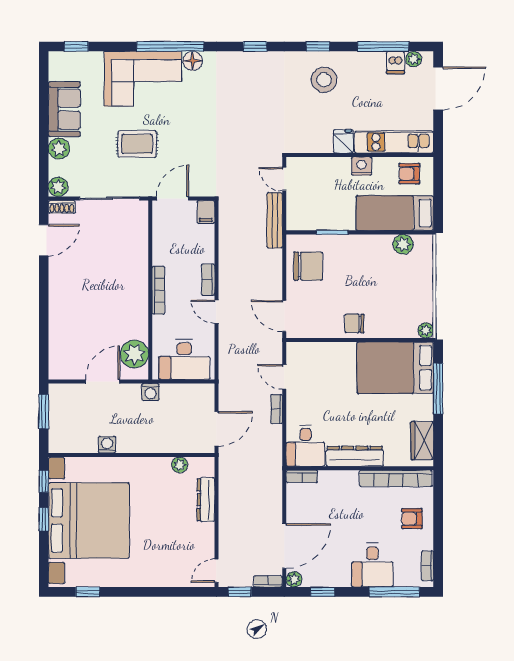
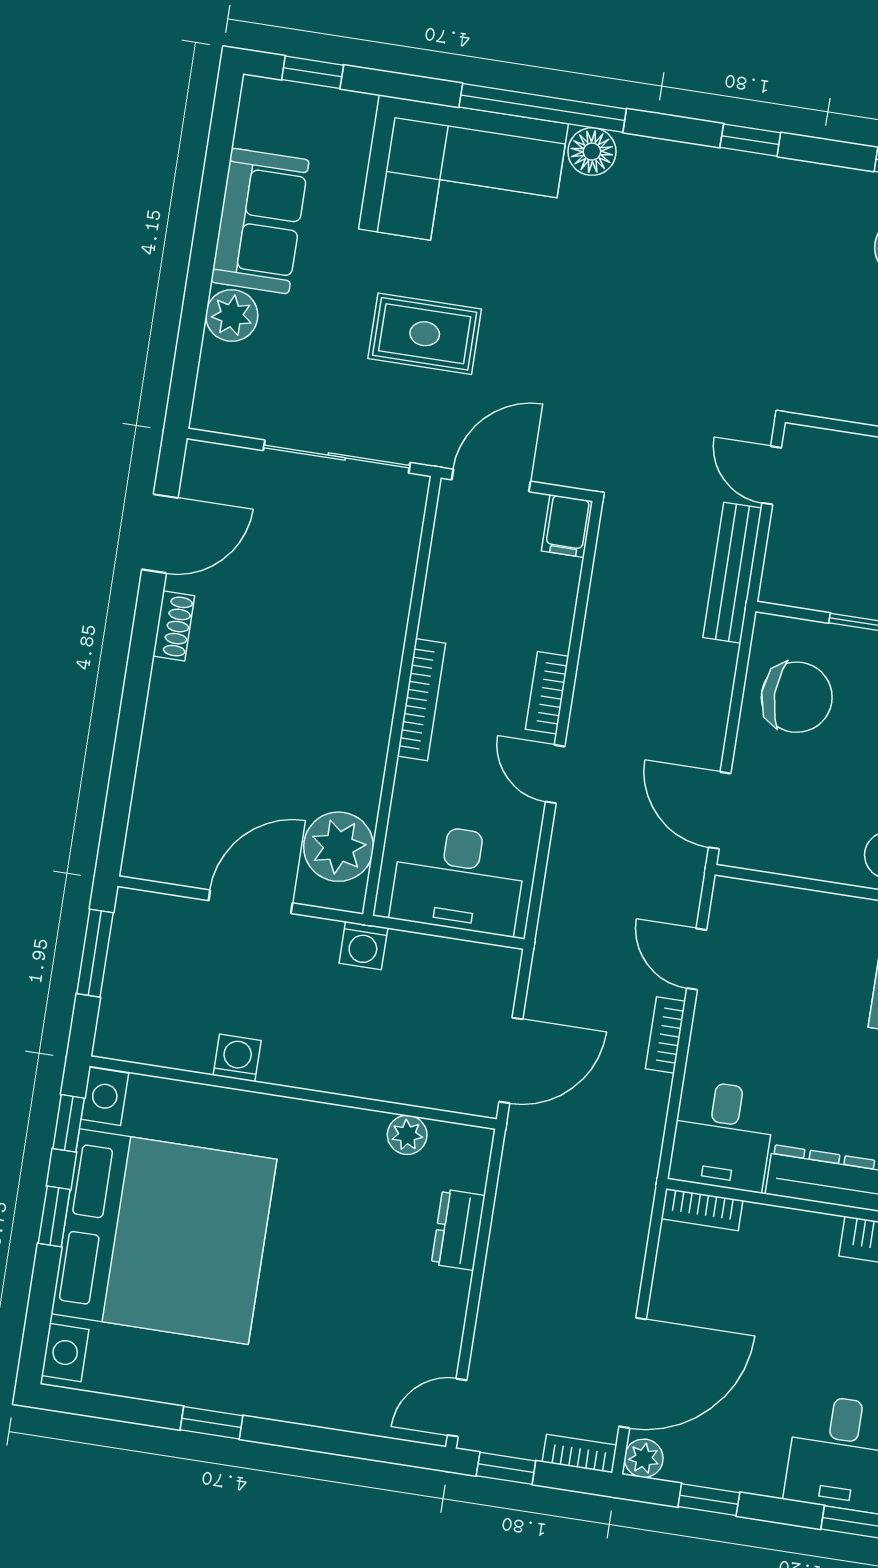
plant: (58, 187) -> (215, 409), removed
shoe rack: (62, 207) -> (174, 626), moved, turned -90
dresser: (206, 500) -> (458, 1230), width x0.70
window: (88, 592) -> (212, 1423), moved

